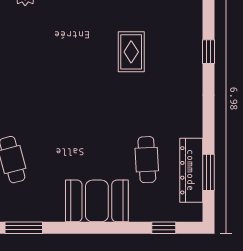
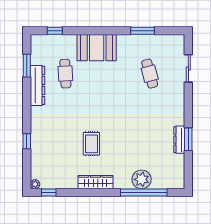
rug: (131, 52) -> (91, 144), moved
dresser: (191, 170) -> (38, 85), moved

